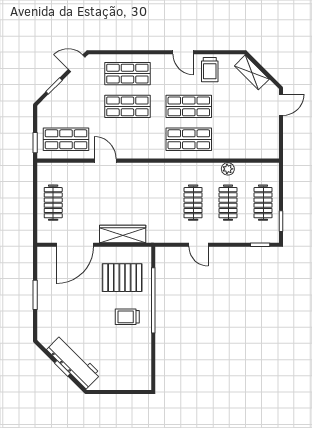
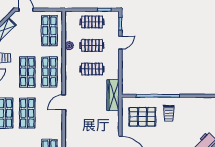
shop shelf: (250, 139) -> (49, 31), added
door: (105, 161) -> (64, 102), moved
wardrobe: (123, 234) -> (113, 95), moved
door: (198, 245) -> (120, 43), moved
pallet: (122, 278) -> (142, 117), turned 90

